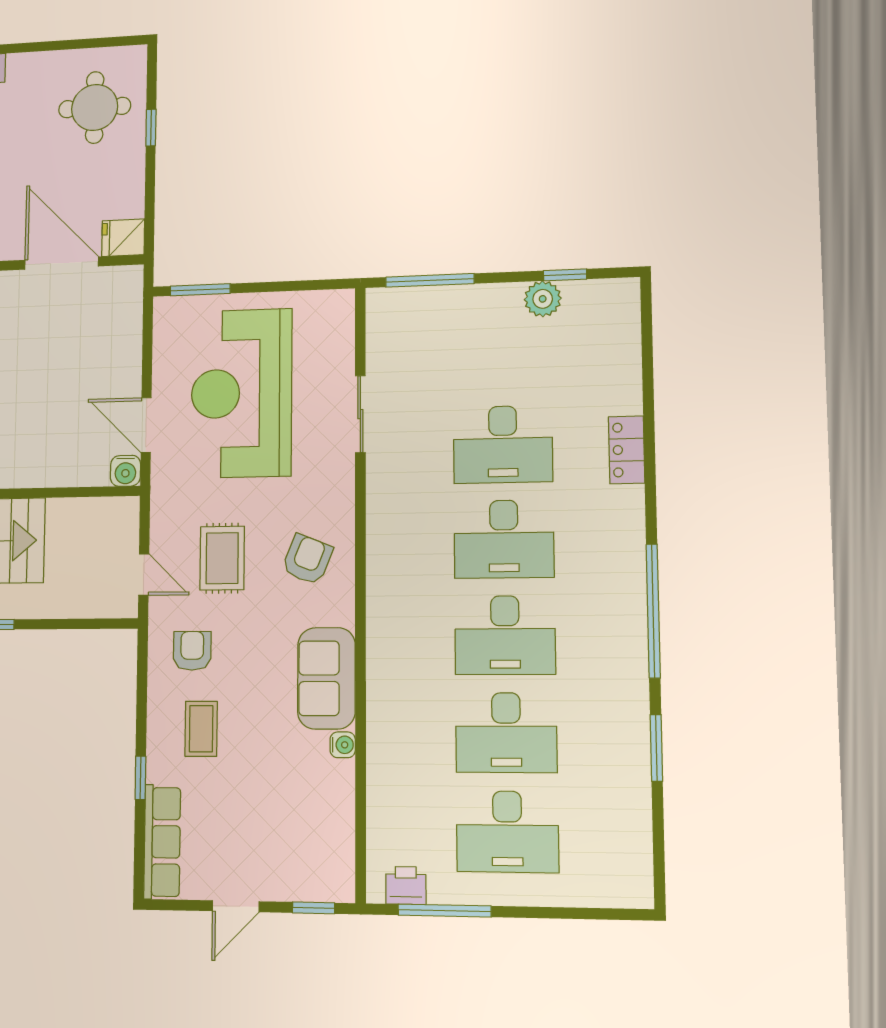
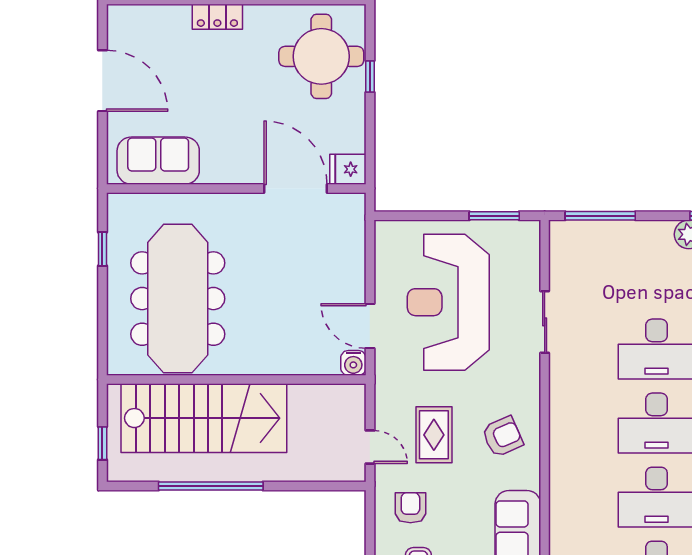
round table: (95, 108) -> (321, 56), width x1.36, depth x1.36
window: (200, 290) -> (494, 216), moved
armchair: (307, 559) -> (502, 437), turned 44

